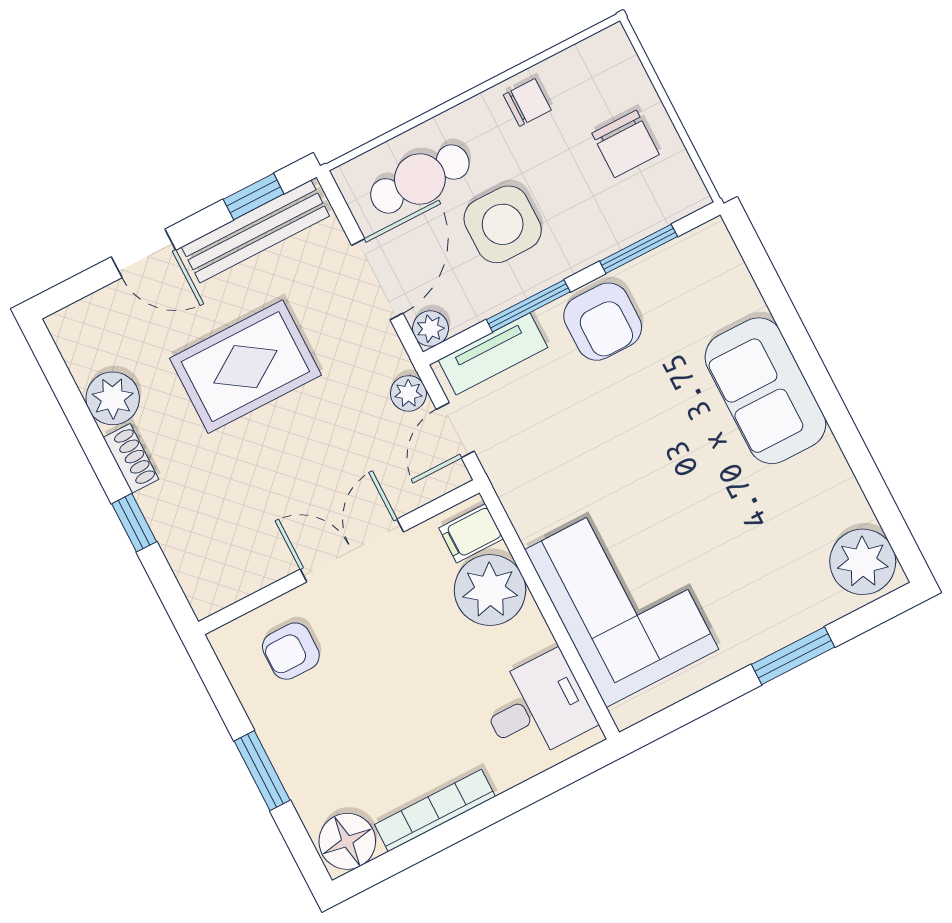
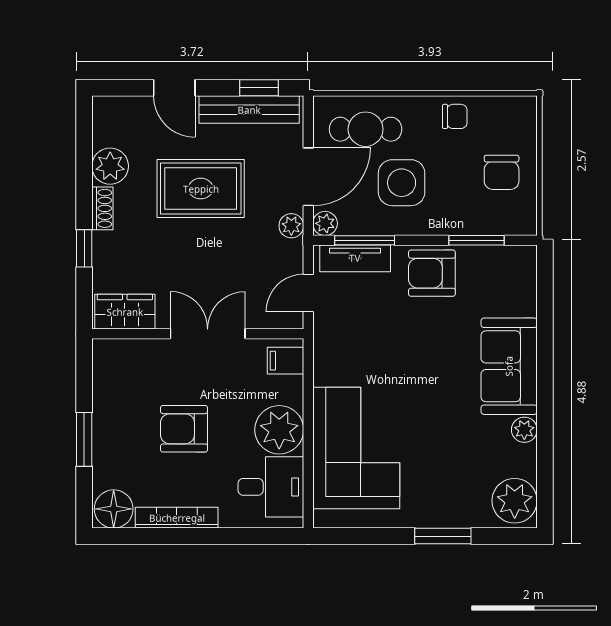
window: (528, 306) -> (365, 240), moved
armchair: (603, 322) -> (432, 273), turned 90
plant: (408, 393) -> (291, 226), moved
plant: (828, 463) -> (524, 430), added
wardrobe: (229, 577) -> (125, 312), added
plant: (490, 590) -> (279, 430), moved
armchair: (291, 651) -> (184, 429), moved, width x1.38, depth x1.38

